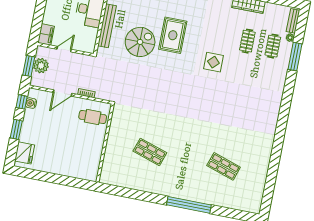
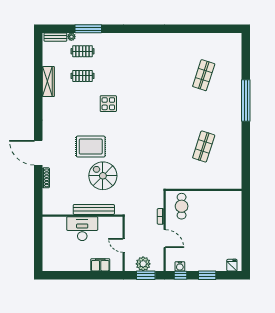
filing cabinet: (46, 34) -> (100, 265), moved
fridge: (25, 153) -> (232, 265), width x0.53, depth x0.75

